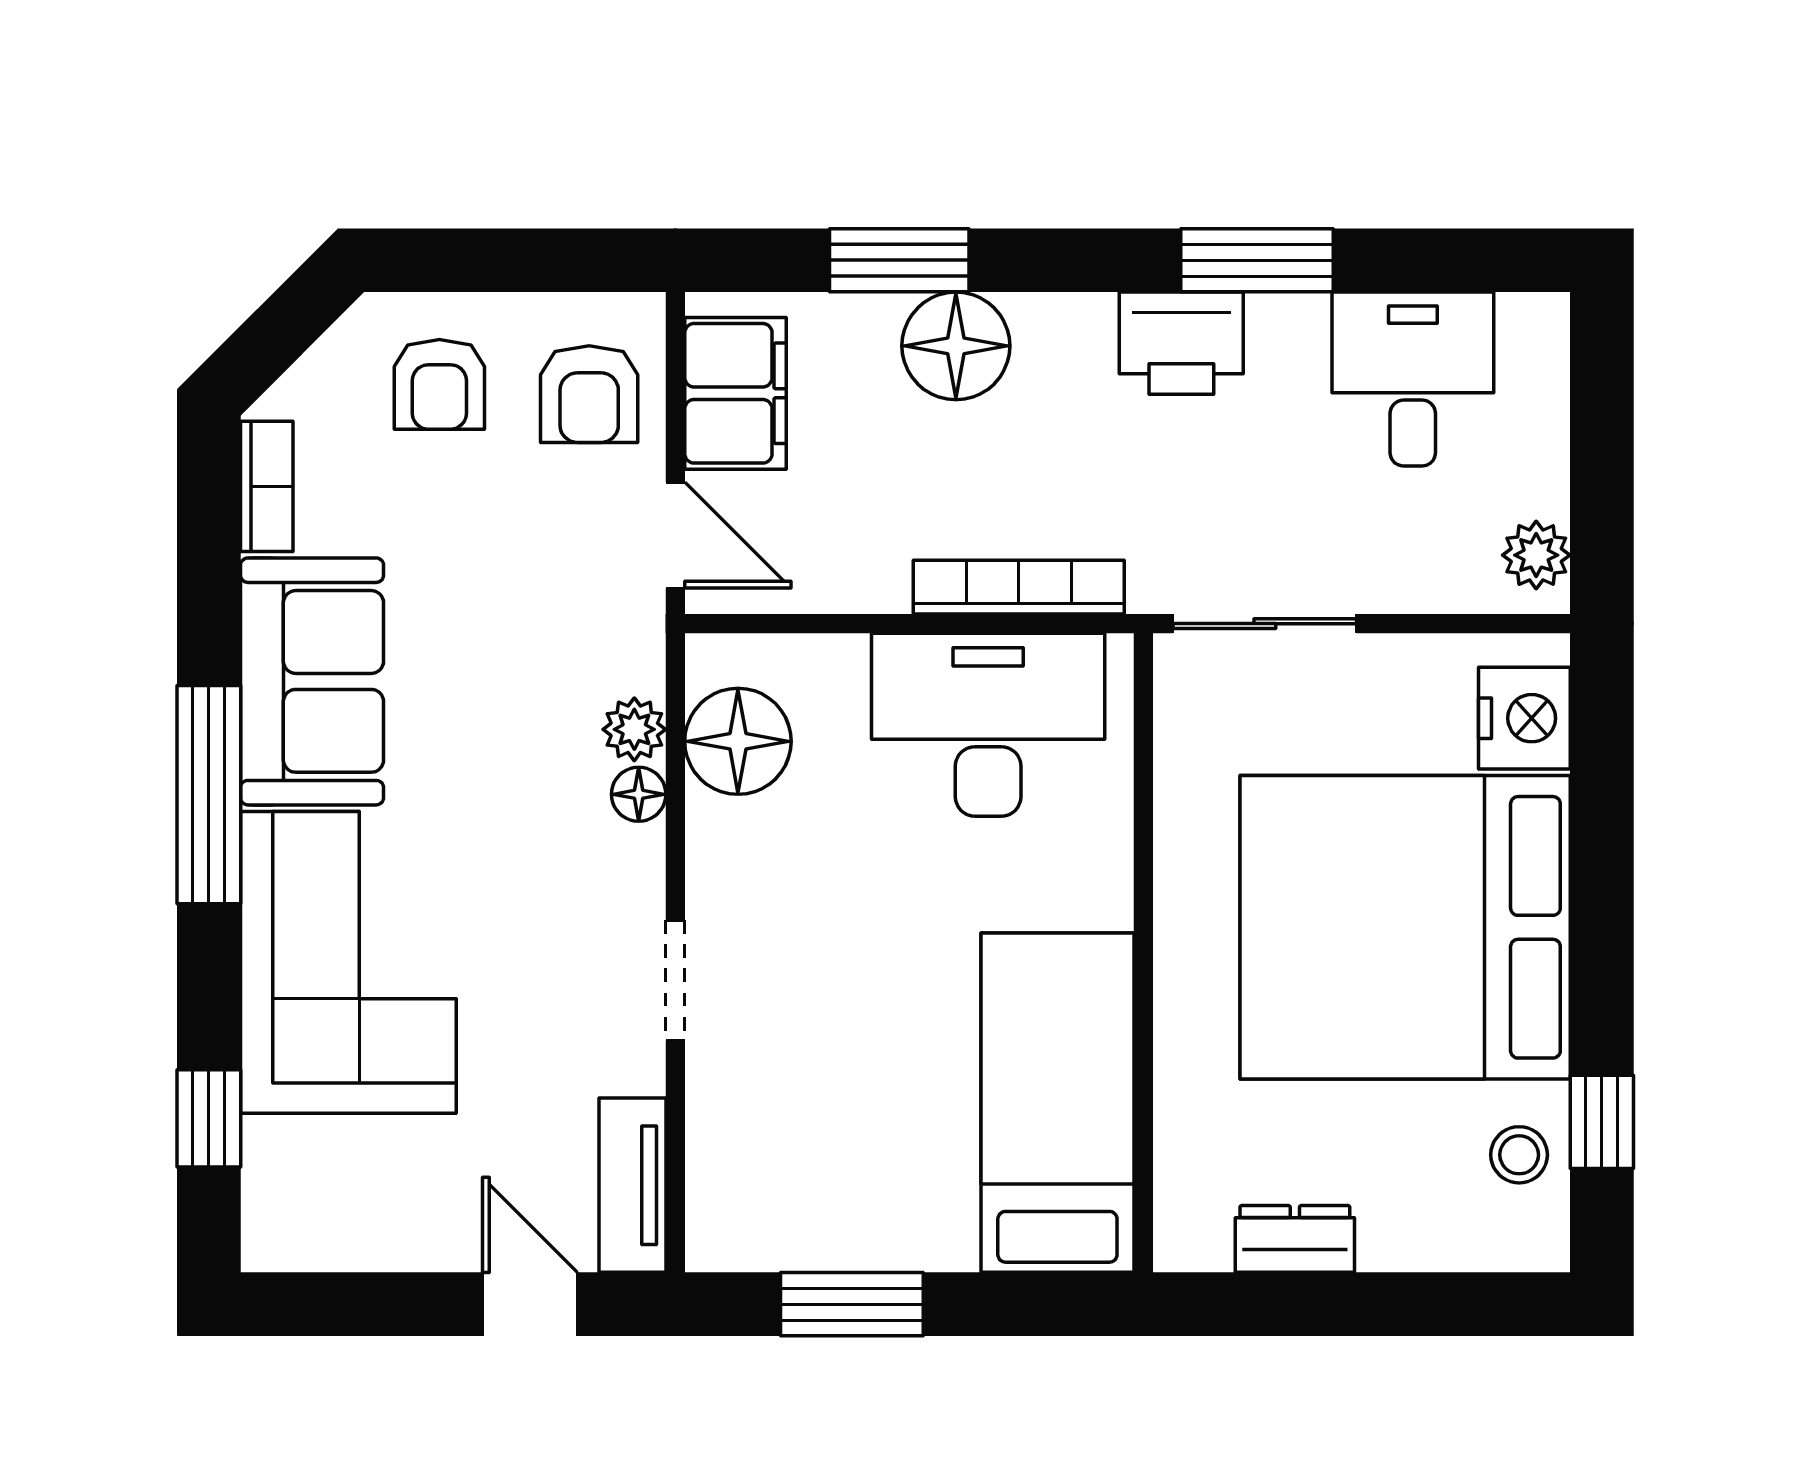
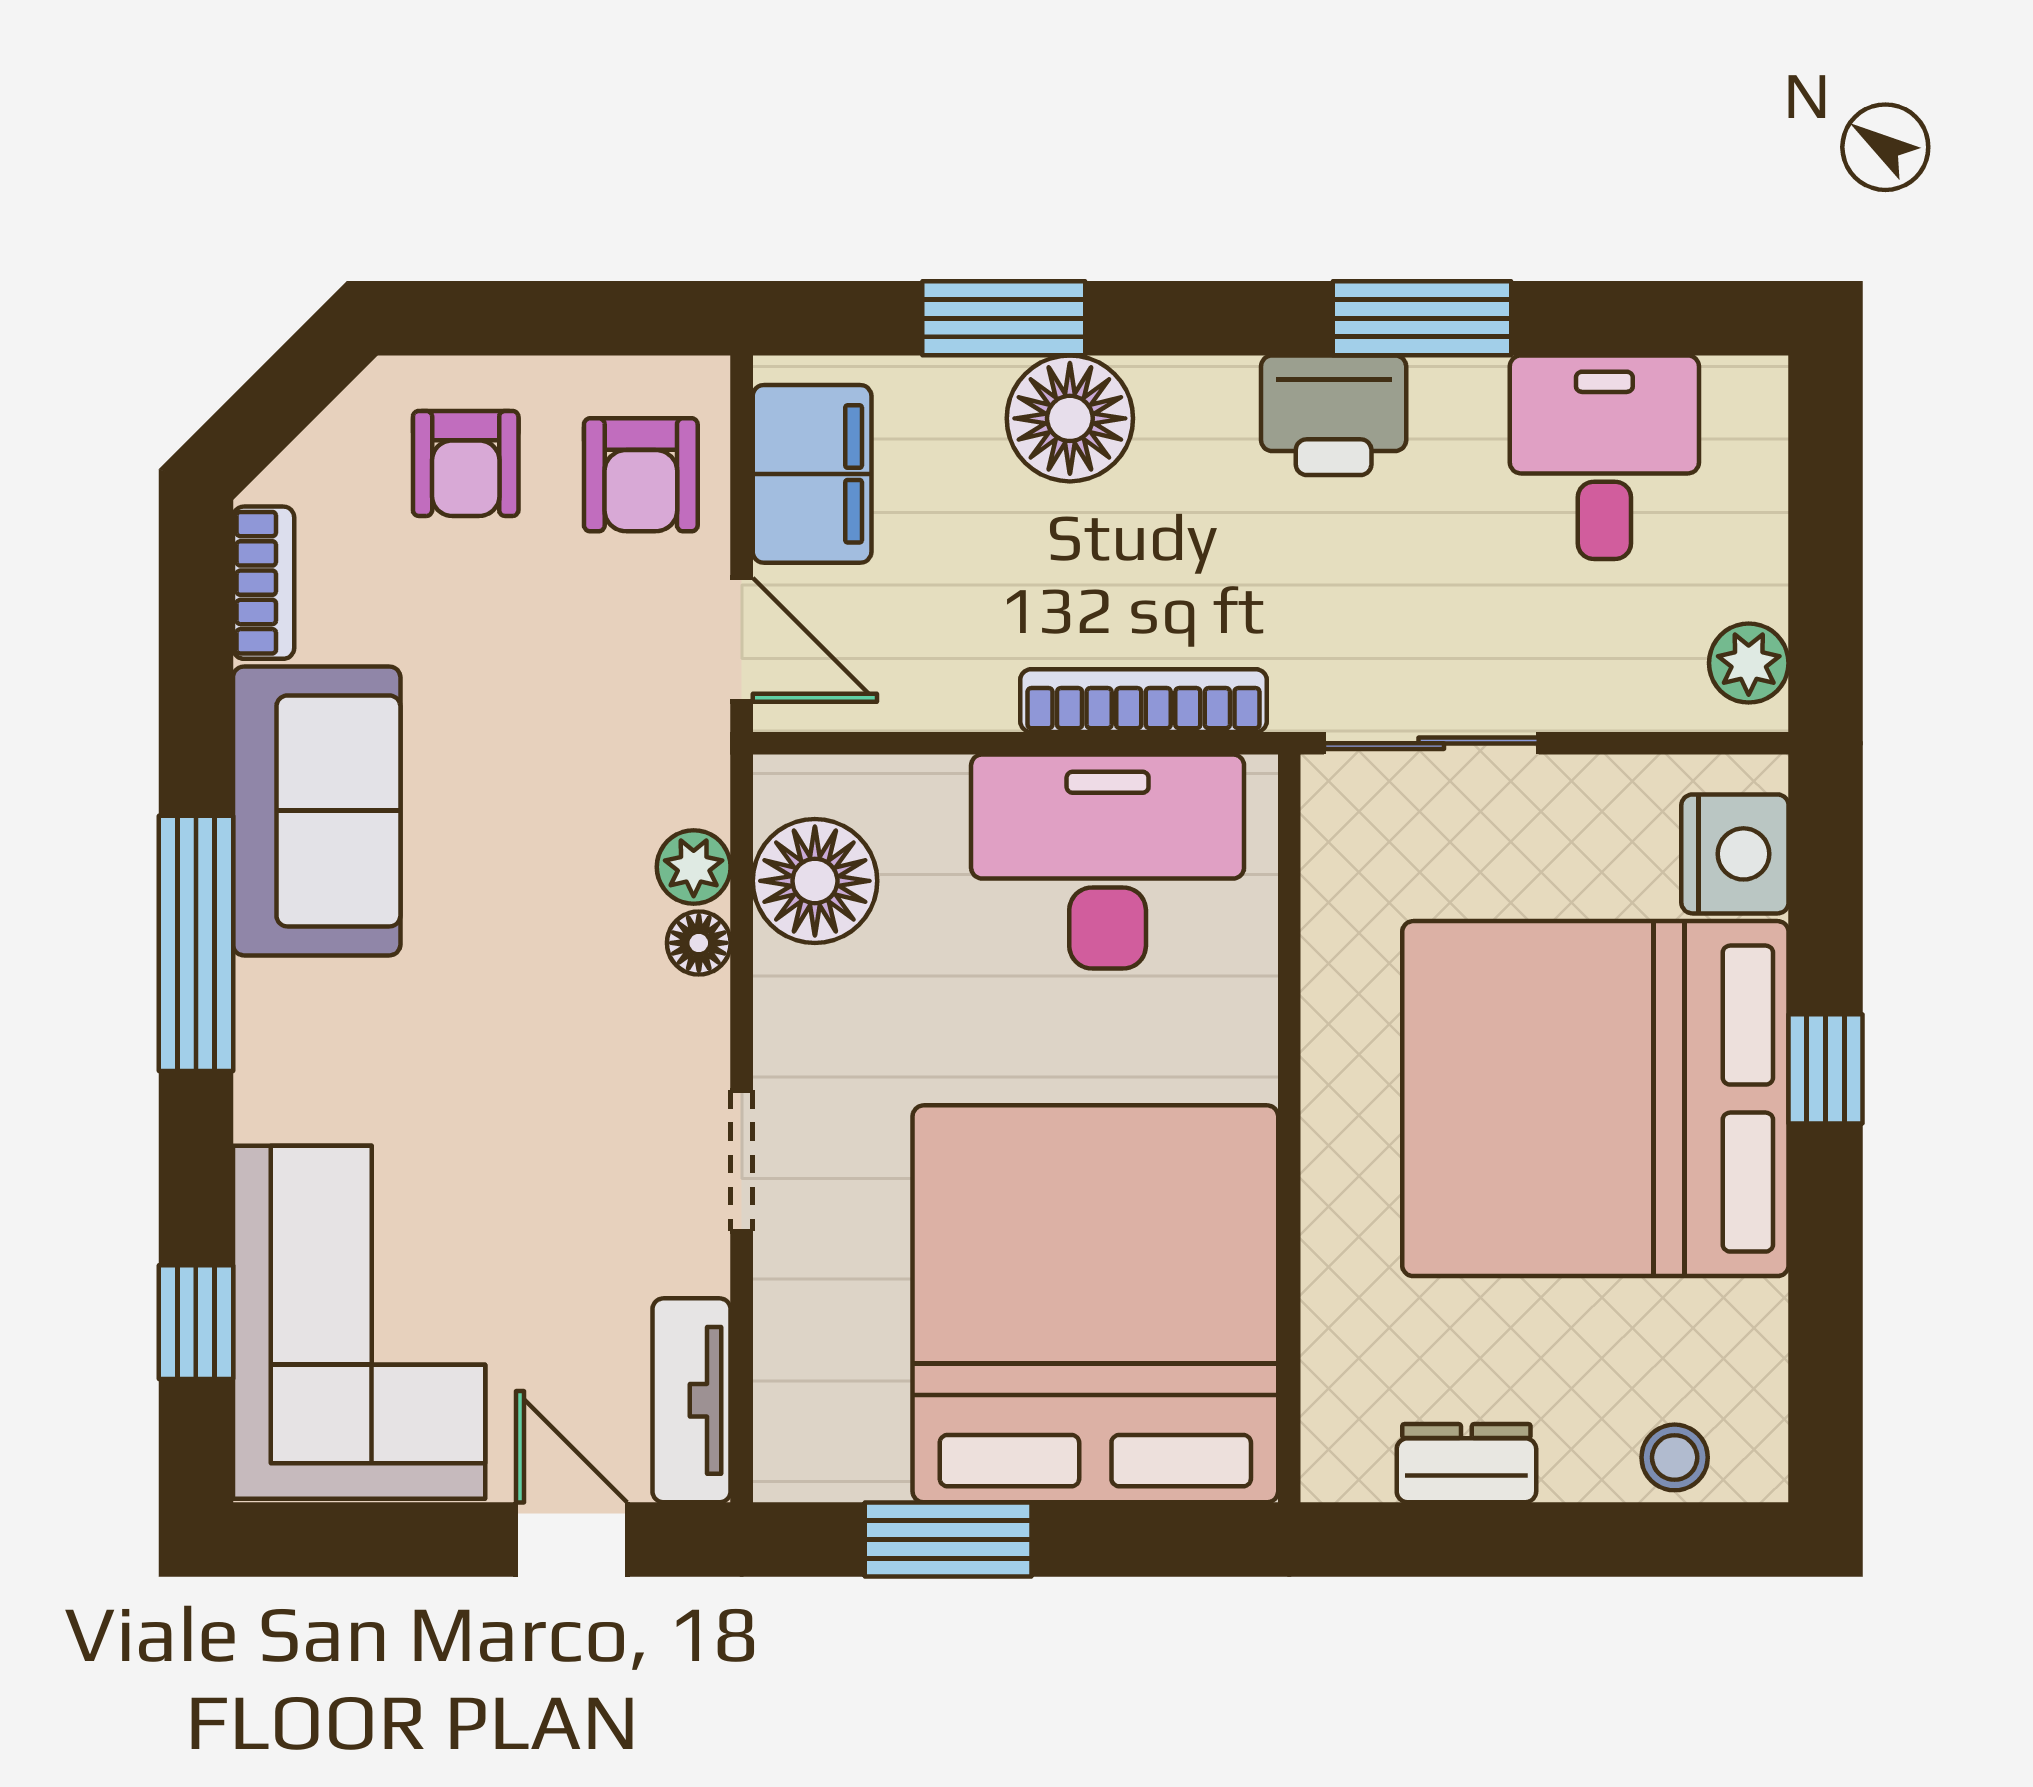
corner sofa: (348, 962) -> (359, 1322), moved
bed: (1057, 1103) -> (1095, 1304), width x2.04
window: (1602, 1122) -> (1826, 1069), moved
stool: (1519, 1155) -> (1675, 1457), moved

